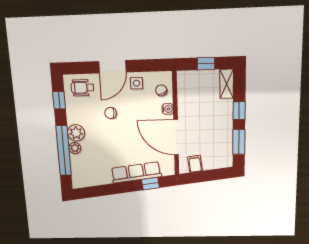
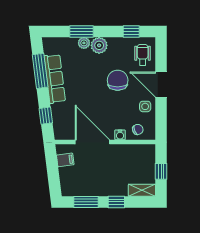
chair: (111, 113) -> (118, 80), width x1.87, depth x1.87
door: (176, 137) -> (92, 142), hinge flipped
window: (64, 151) -> (82, 32), width x0.47
row of seats: (136, 172) -> (55, 79), moved
window: (106, 190) -> (40, 71), added

